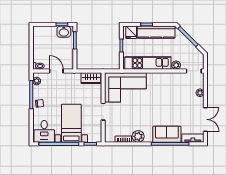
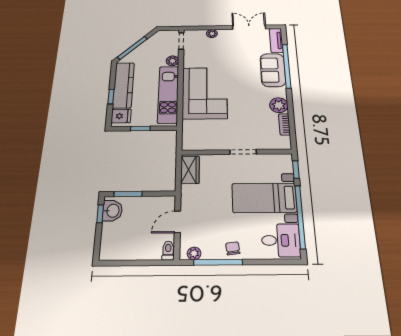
corner sofa: (125, 87) -> (205, 93), moved

